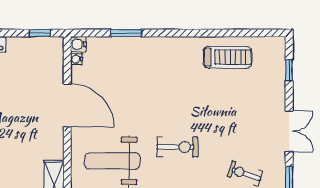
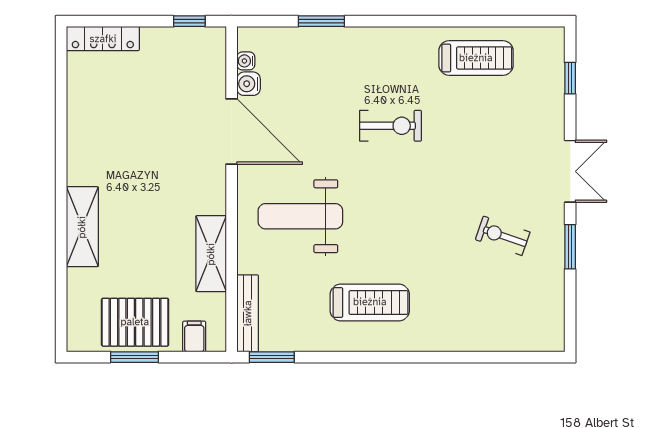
water cooler: (78, 44) -> (249, 84), moved
exercise bike: (177, 147) -> (391, 126), moved

